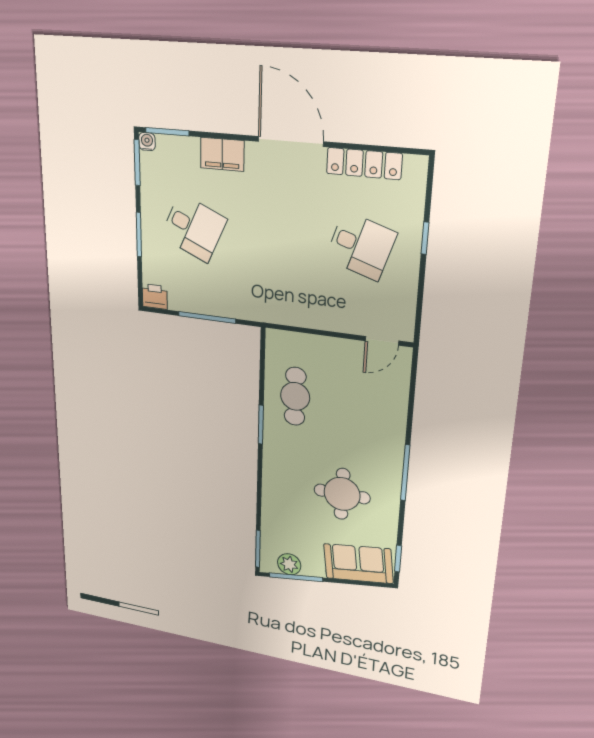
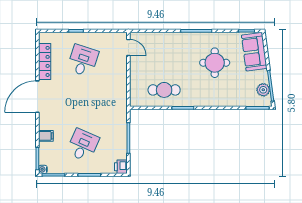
filing cabinet: (222, 154) -> (46, 136), width x0.50

